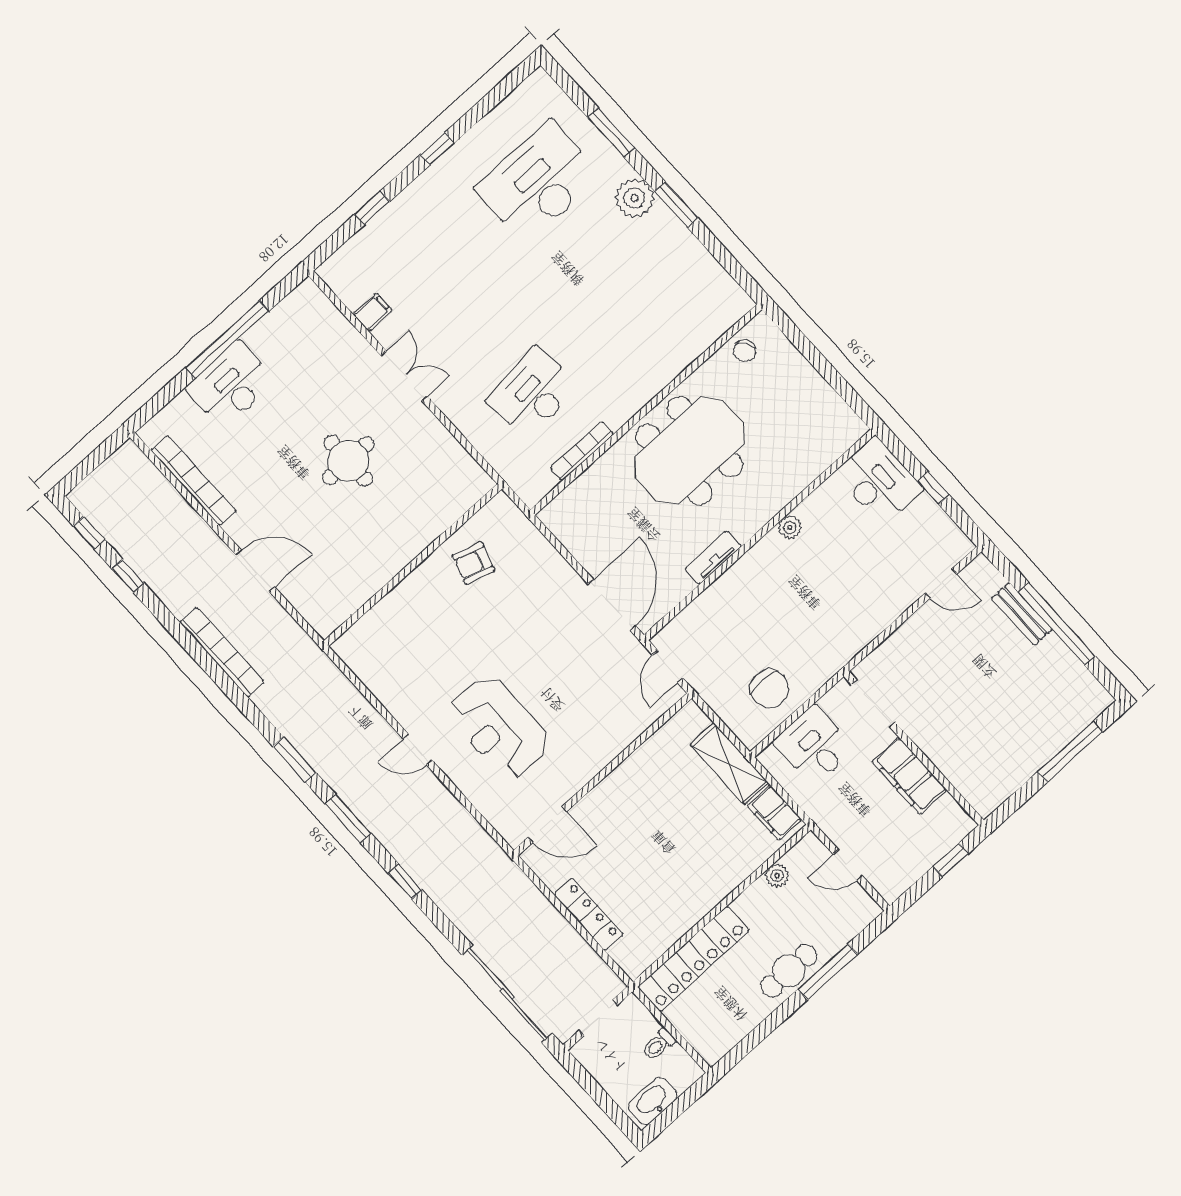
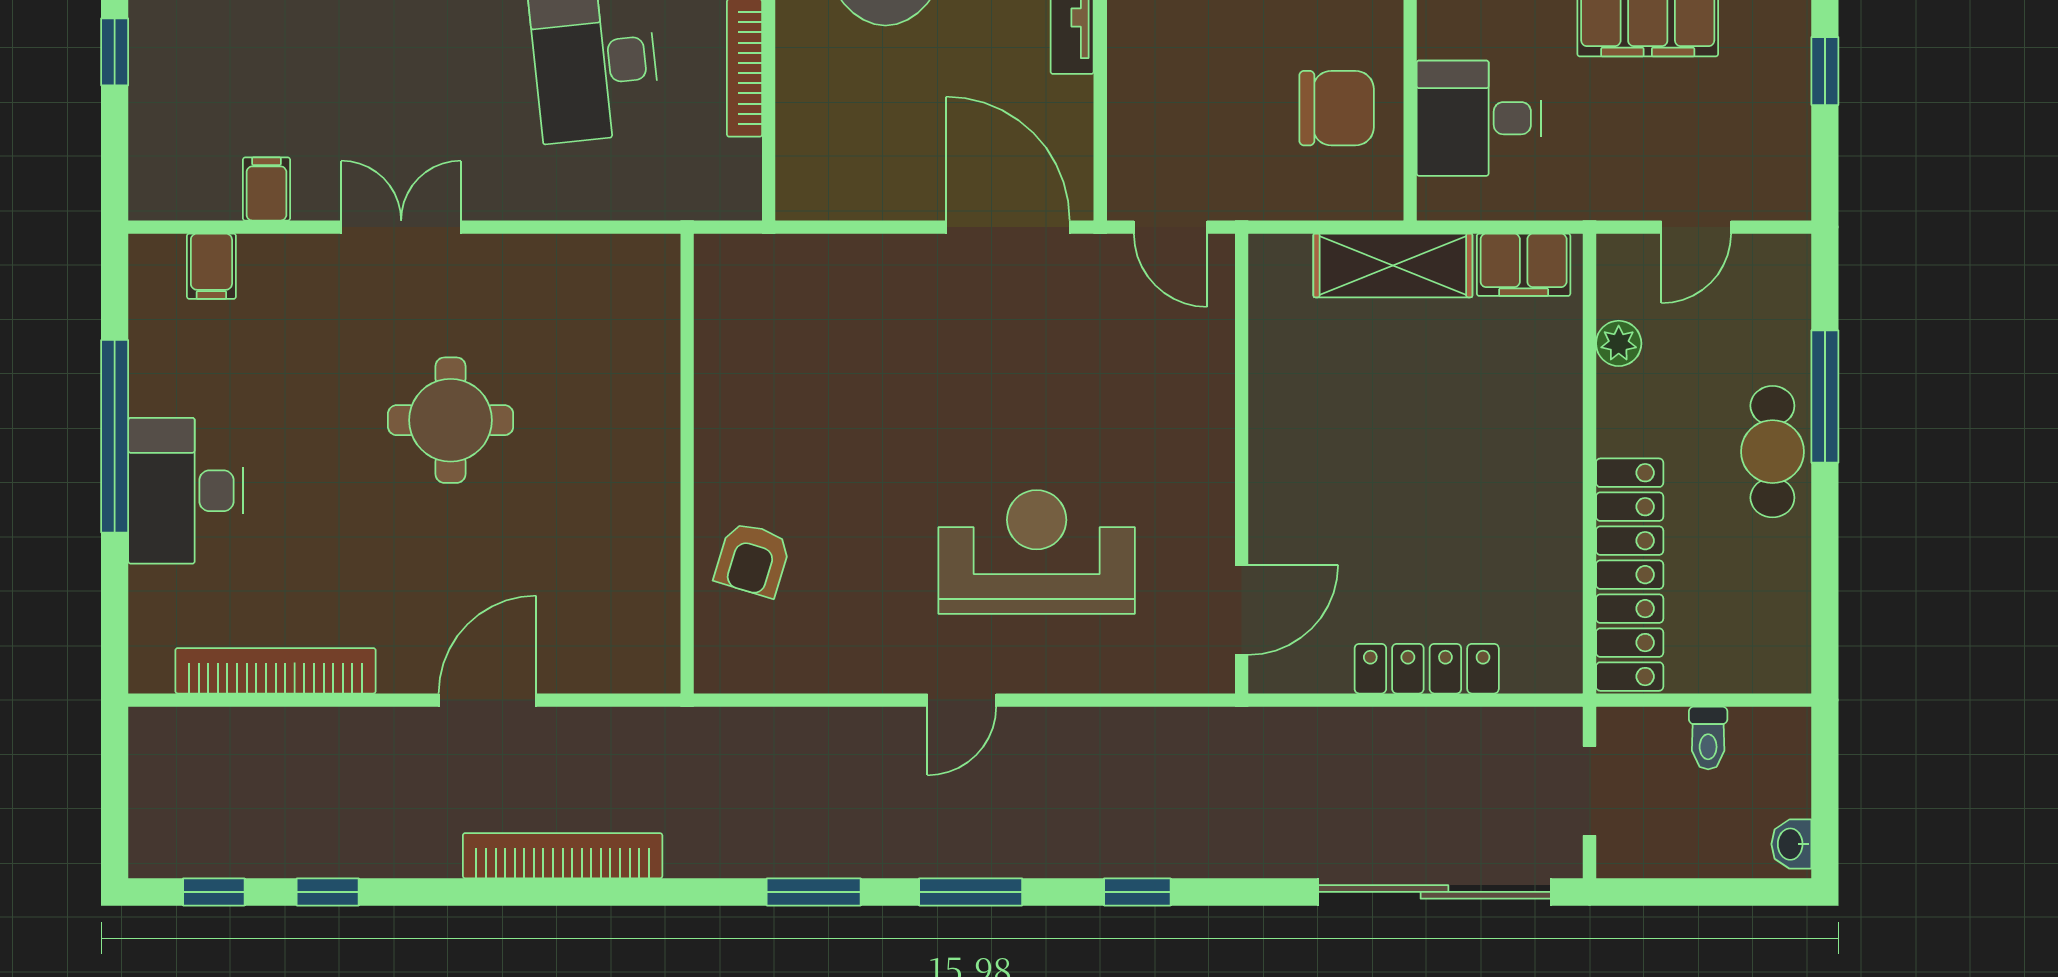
filing cabinet: (324, 318) -> (211, 266), added
armchair: (473, 563) -> (753, 559), moved
reception desk: (499, 727) -> (1037, 552), turned 180
washbasin: (653, 1101) -> (1791, 844), width x0.52, depth x0.69

